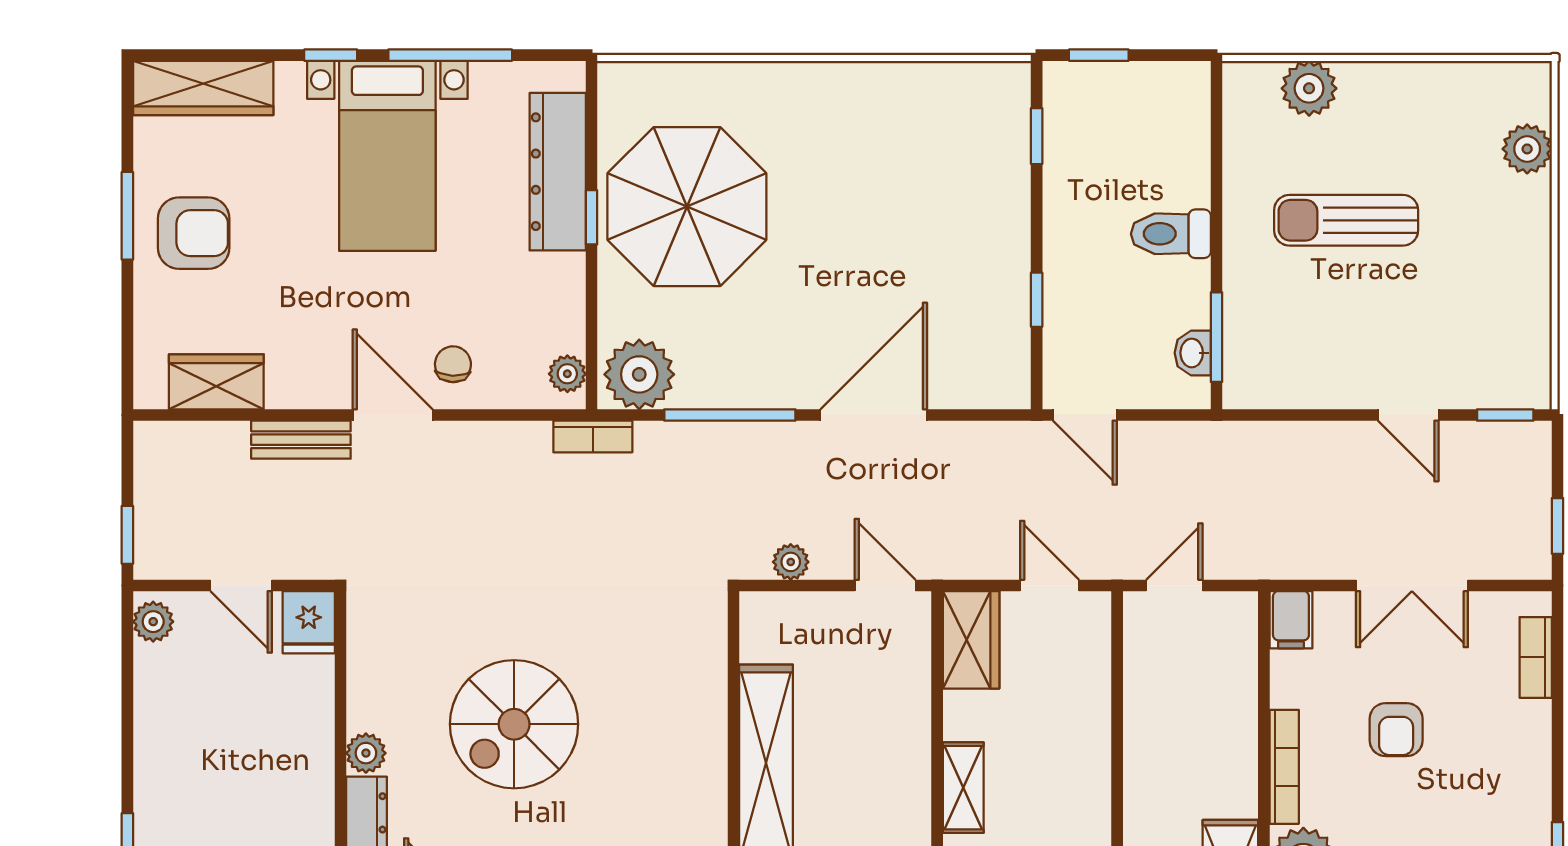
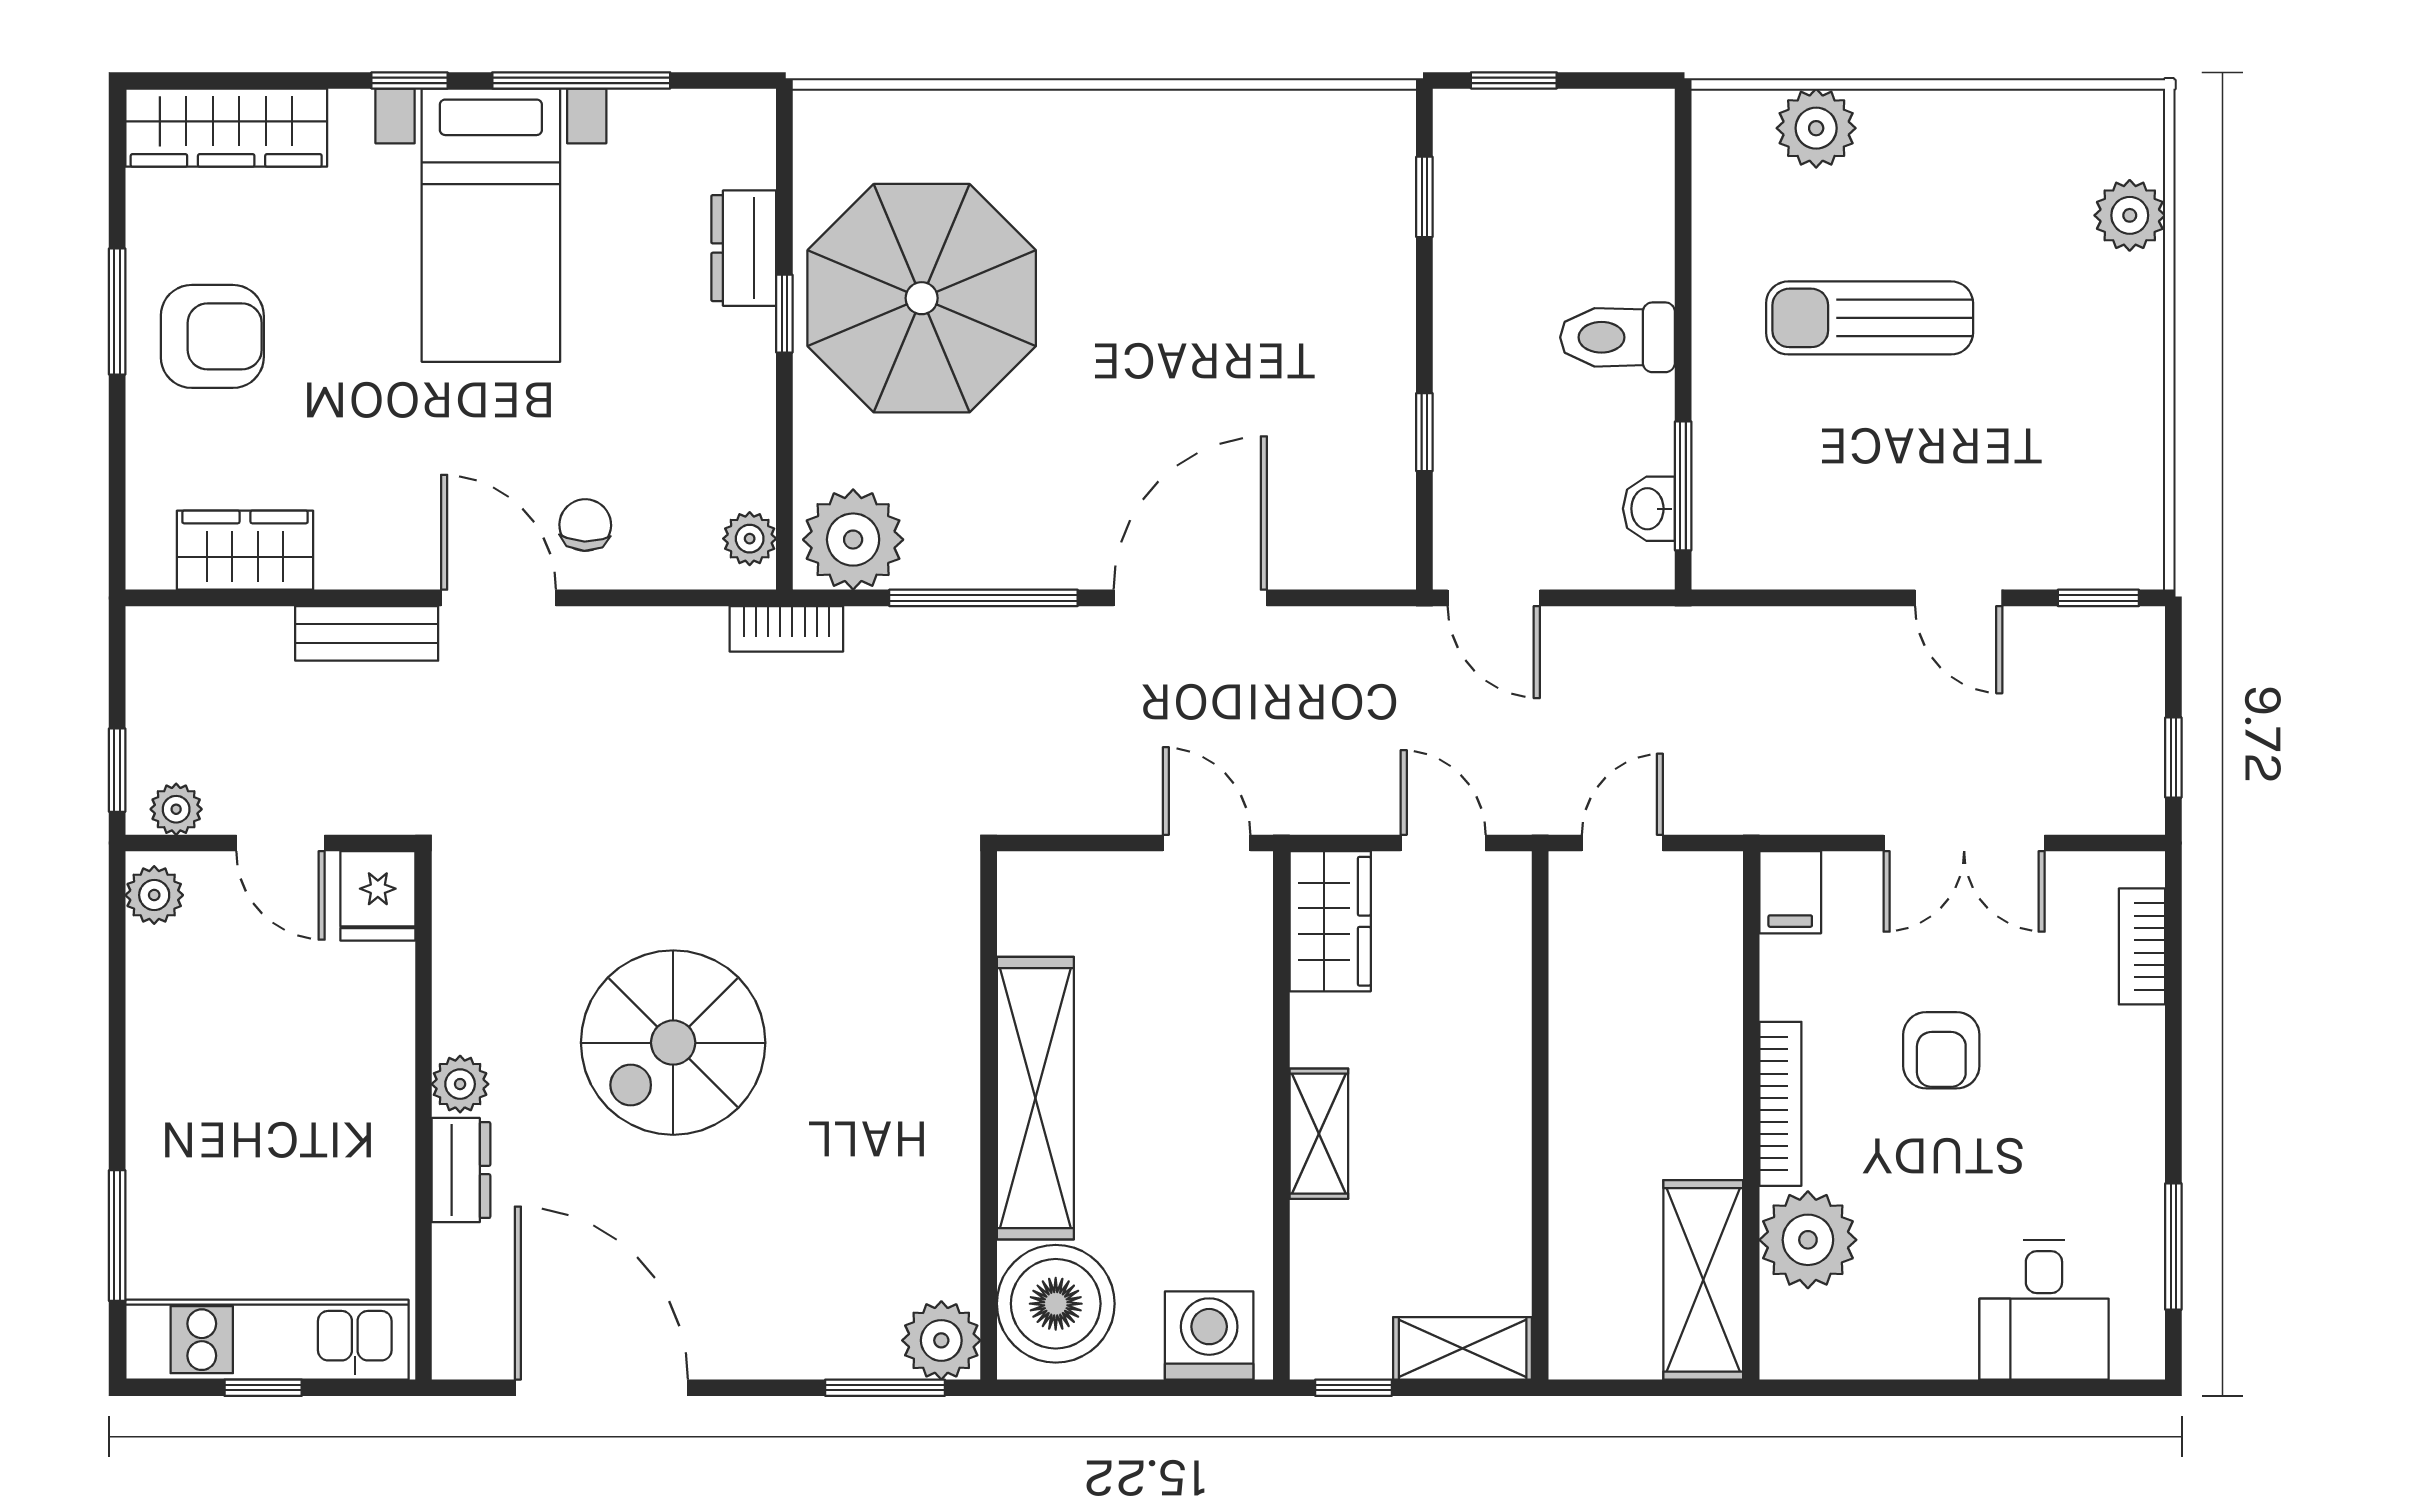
dresser: (558, 172) -> (744, 248), width x0.51, depth x0.80
plant: (791, 562) -> (176, 809), moved

